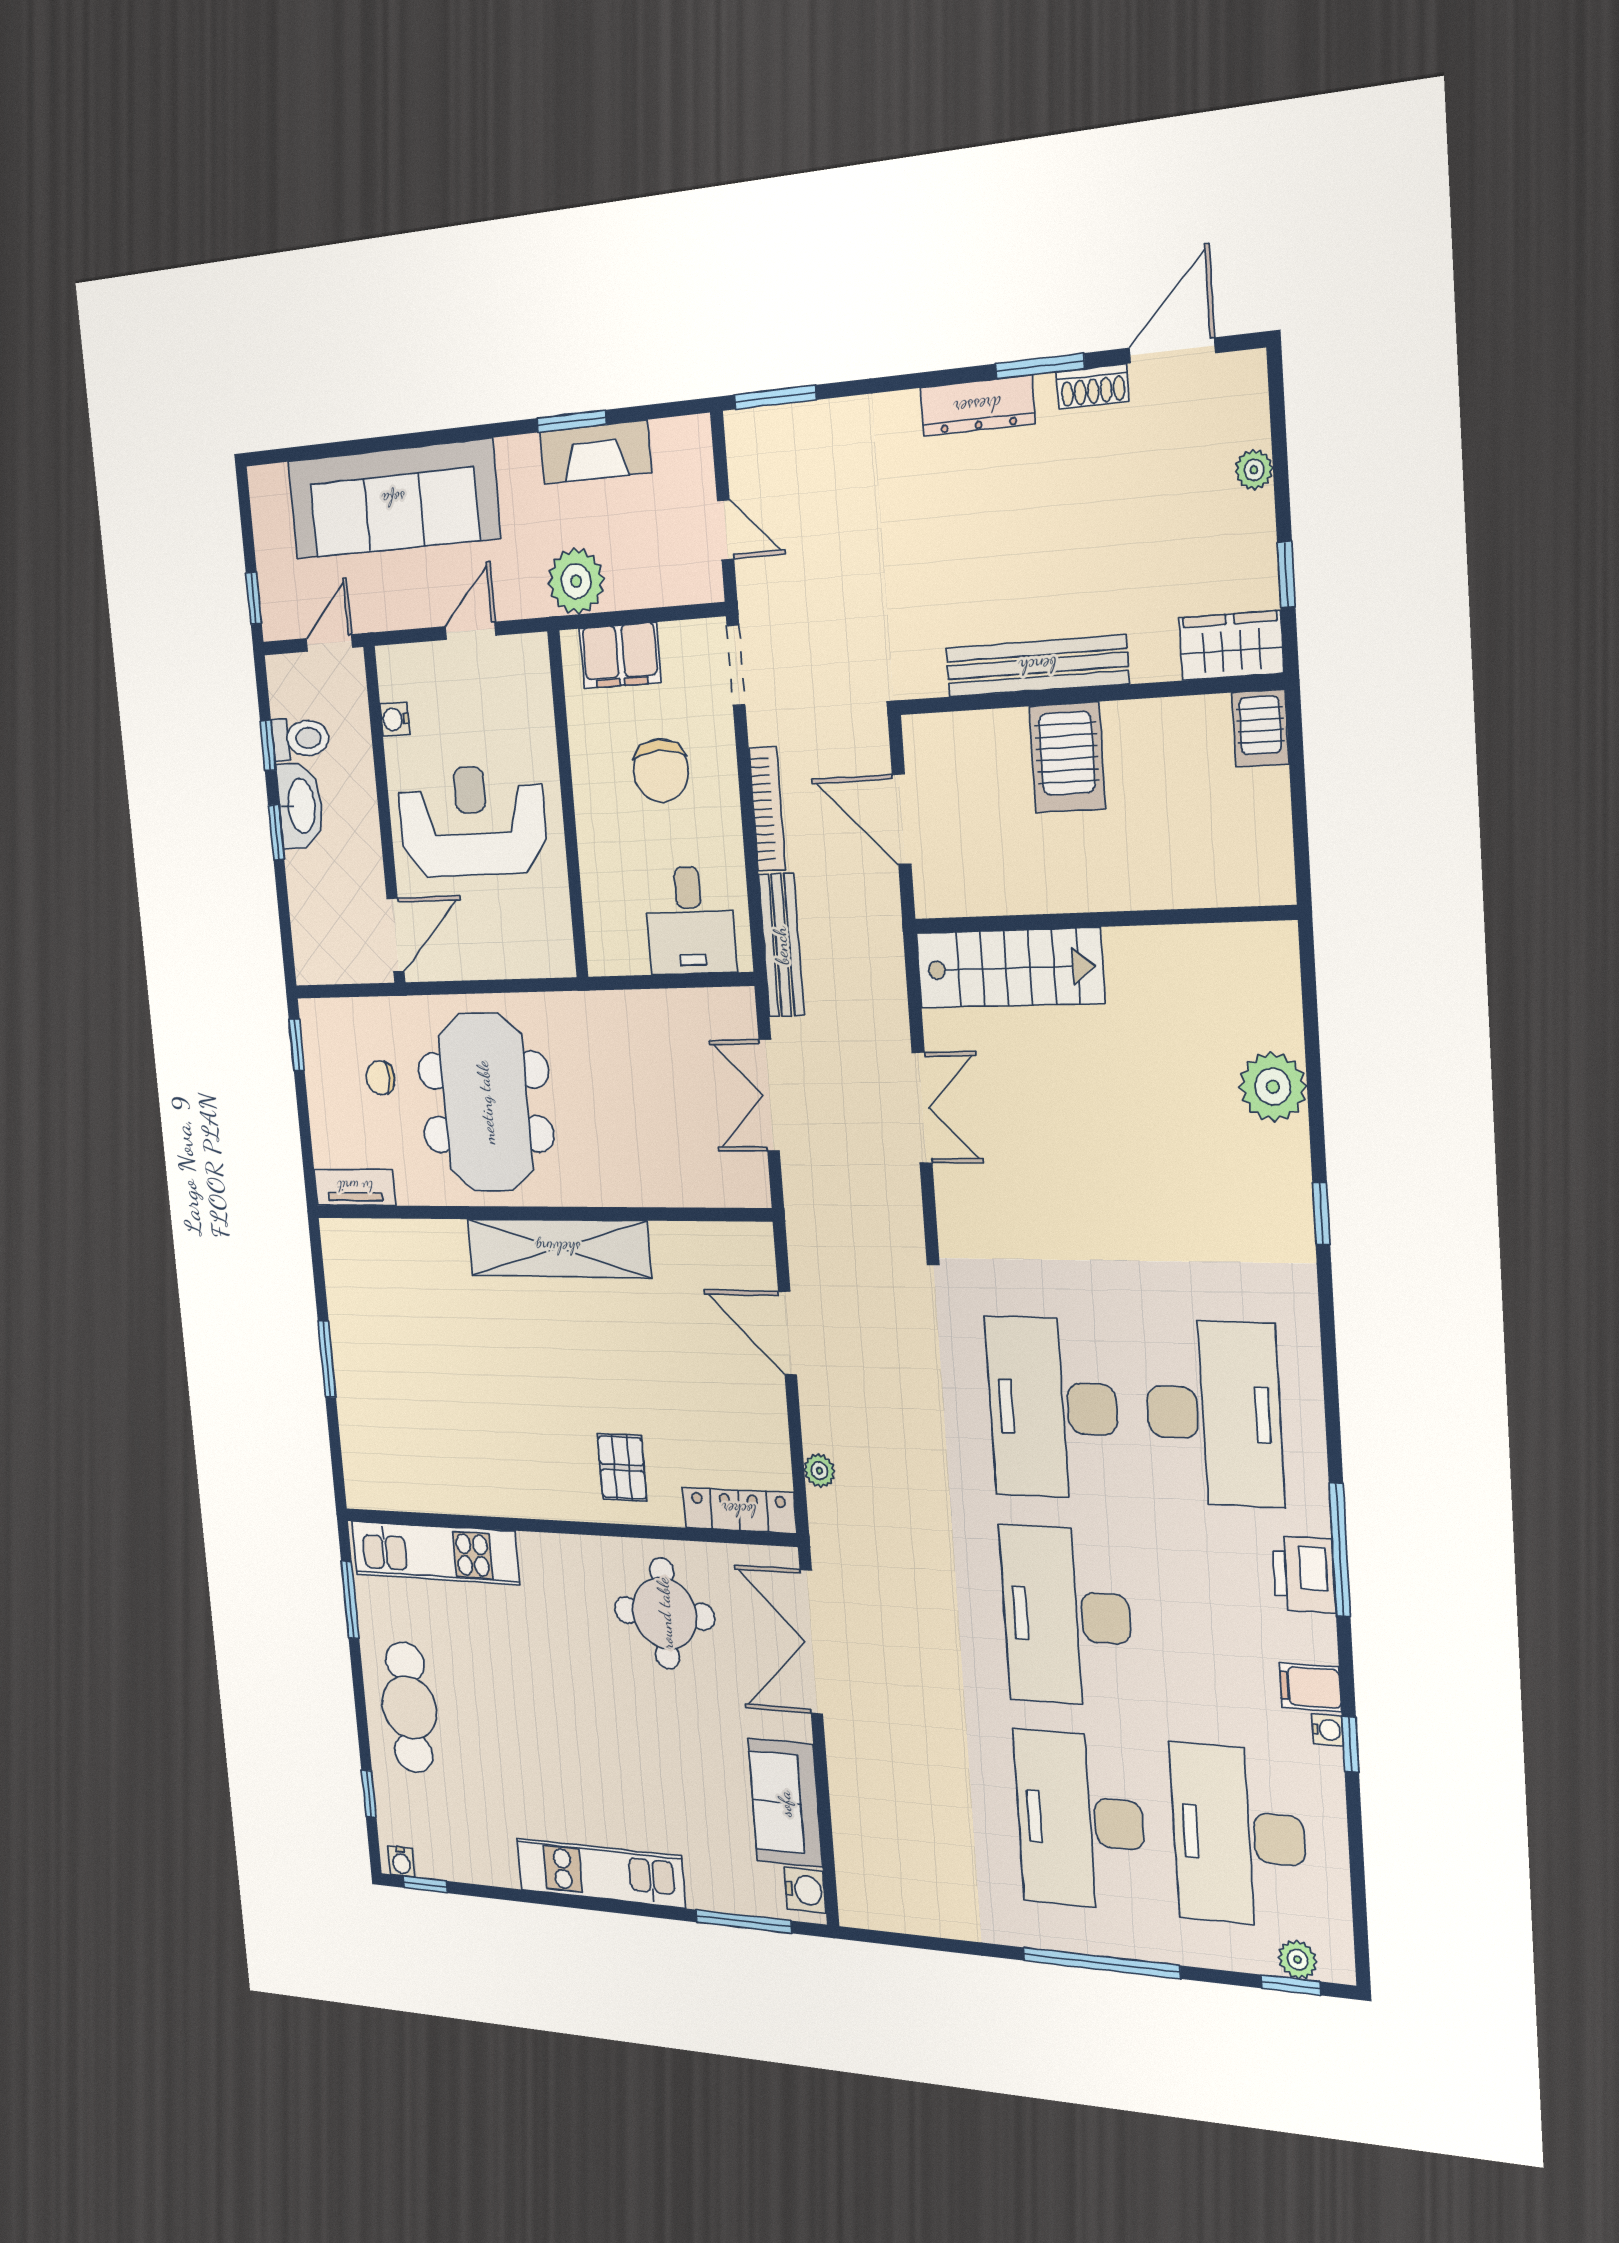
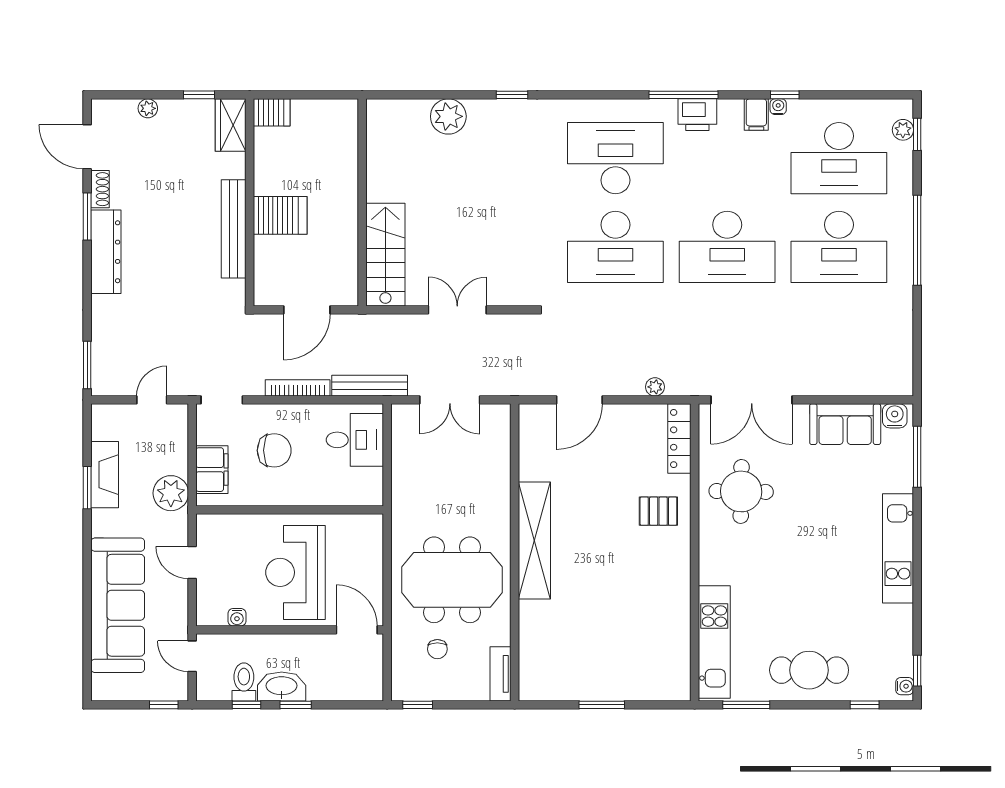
dresser: (977, 406) -> (106, 252), width x1.37, depth x1.24

